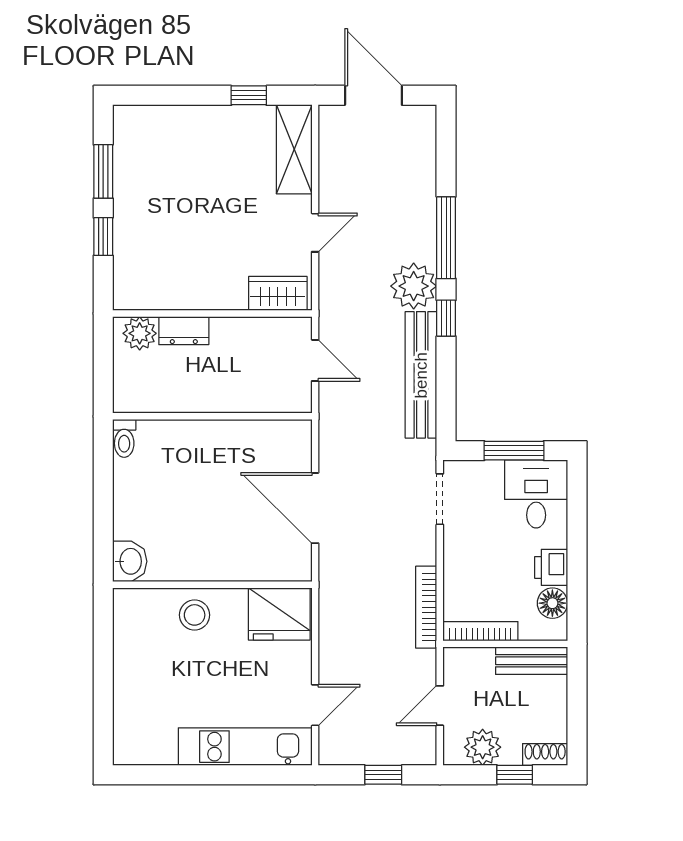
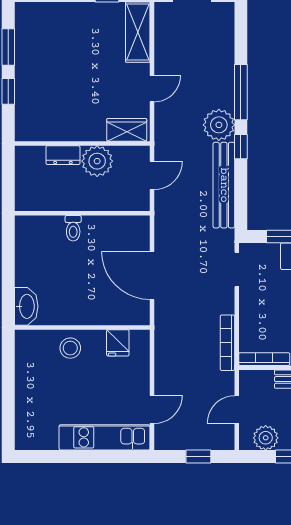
plant: (140, 333) -> (97, 161), moved, width x1.36, depth x1.36
door: (315, 360) -> (152, 175), hinge flipped
toilet: (124, 438) -> (73, 228), moved
washbasin: (130, 561) -> (26, 306), width x1.38
fridge: (279, 614) -> (118, 343), width x0.53, depth x0.75

